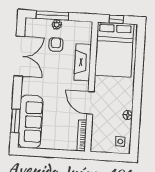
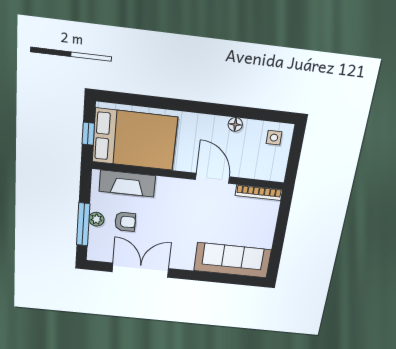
armchair: (56, 45) -> (125, 222), turned 180
fireplace: (83, 62) -> (127, 184), moved
door: (90, 103) -> (212, 178), swing flipped
window: (15, 121) -> (230, 279), removed

